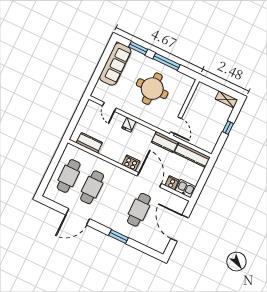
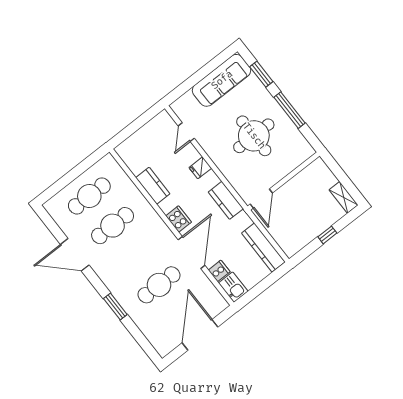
kitchen counter: (165, 142) -> (226, 200), moved
kitchen counter: (89, 143) -> (153, 186), moved

